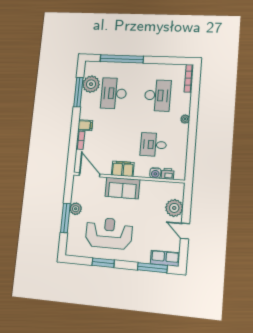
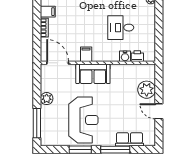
filing cabinet: (123, 169) -> (86, 54), width x0.50
window: (65, 218) -> (37, 123), moved
reception desk: (109, 233) -> (83, 120), turned 90
row of seats: (165, 258) -> (129, 139), moved
window: (152, 268) -> (115, 150), moved

